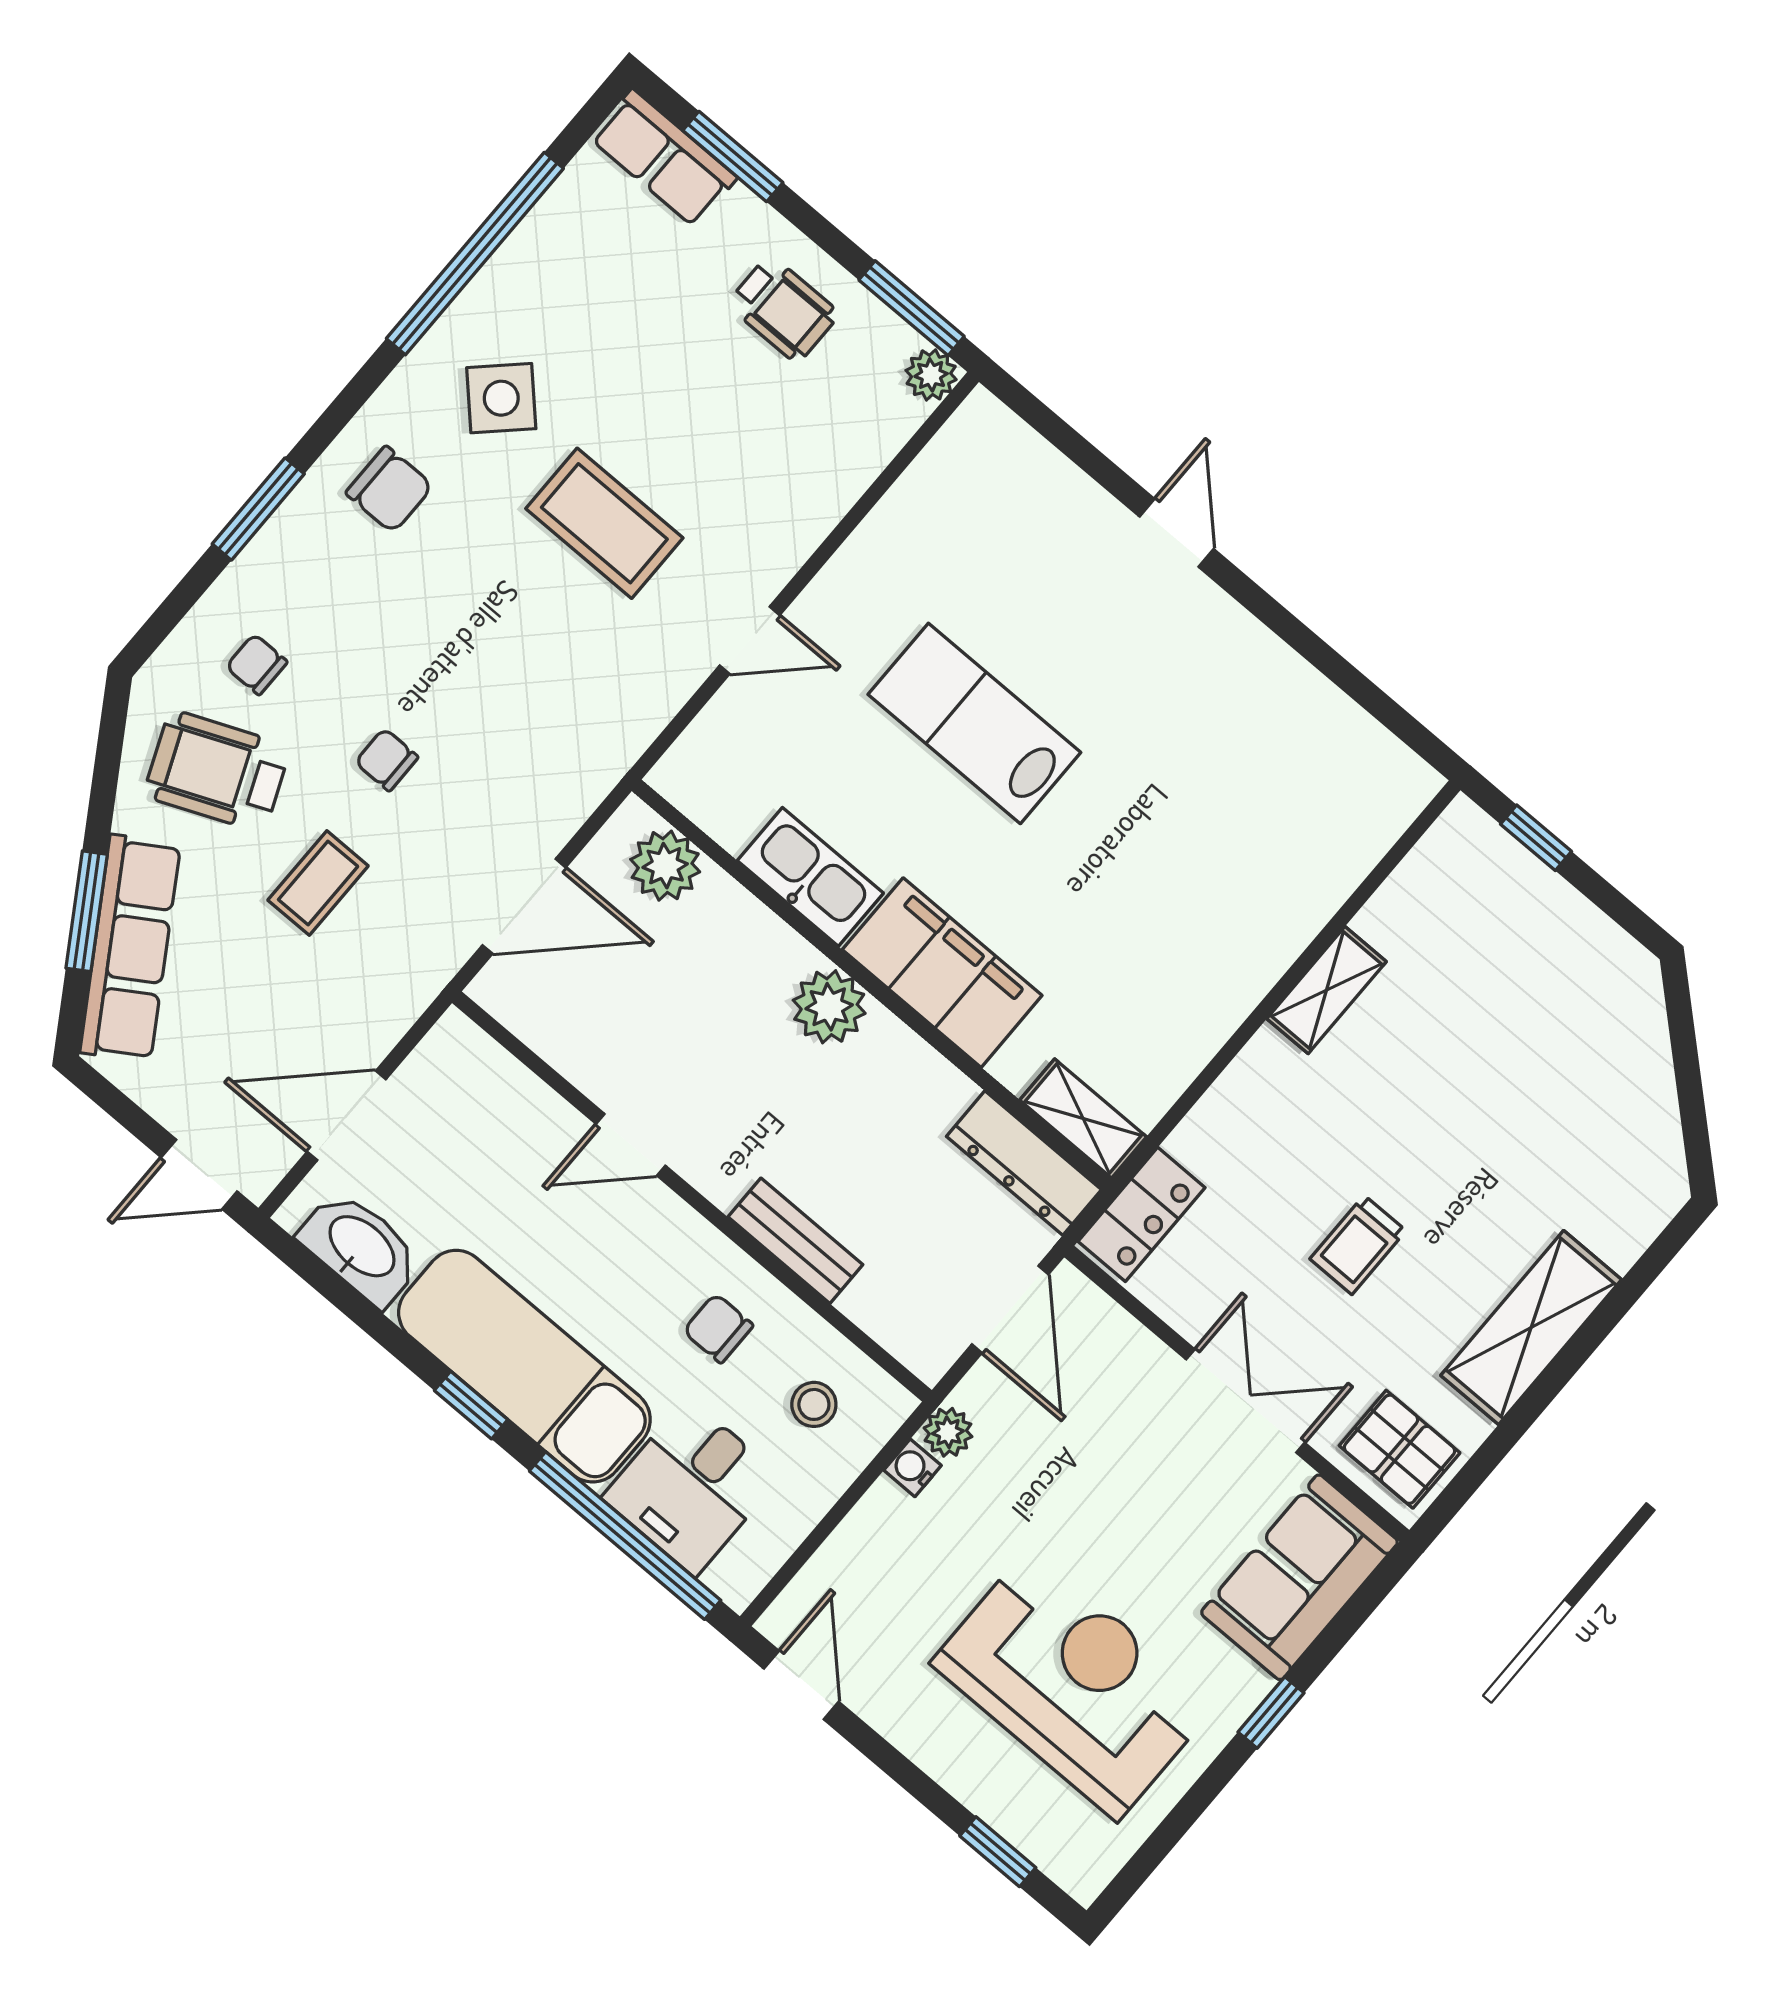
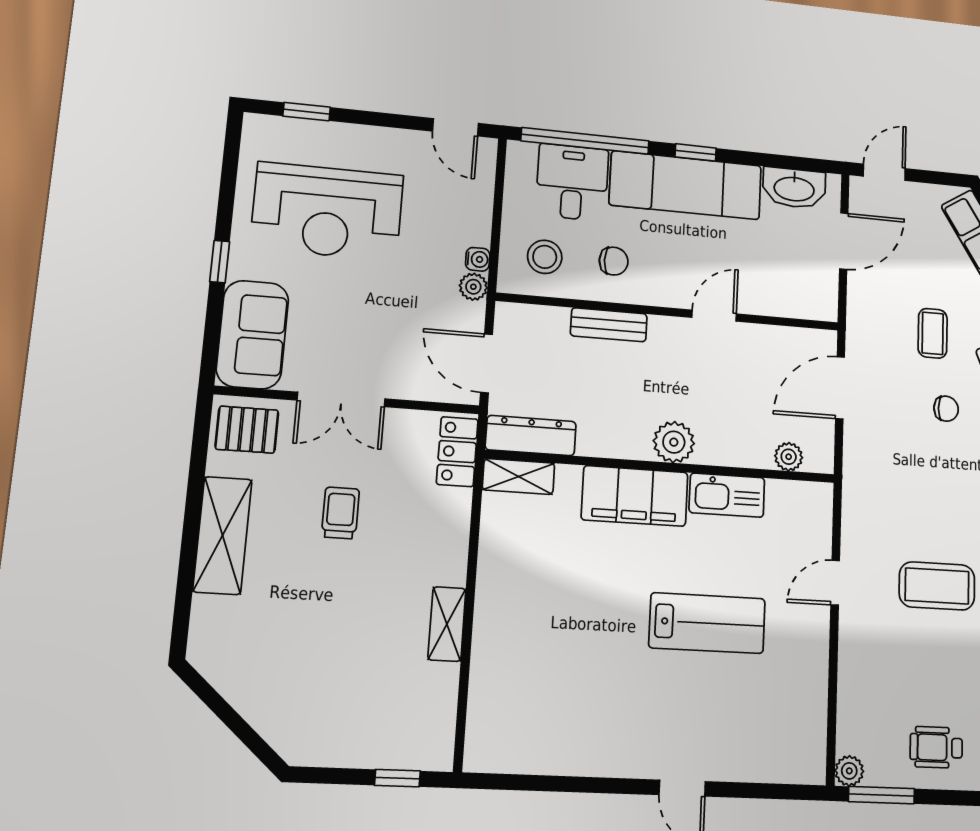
plant: (665, 866) -> (789, 457), width x0.73, depth x0.73
stool: (814, 1404) -> (545, 257), width x1.37, depth x1.37

